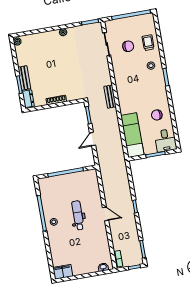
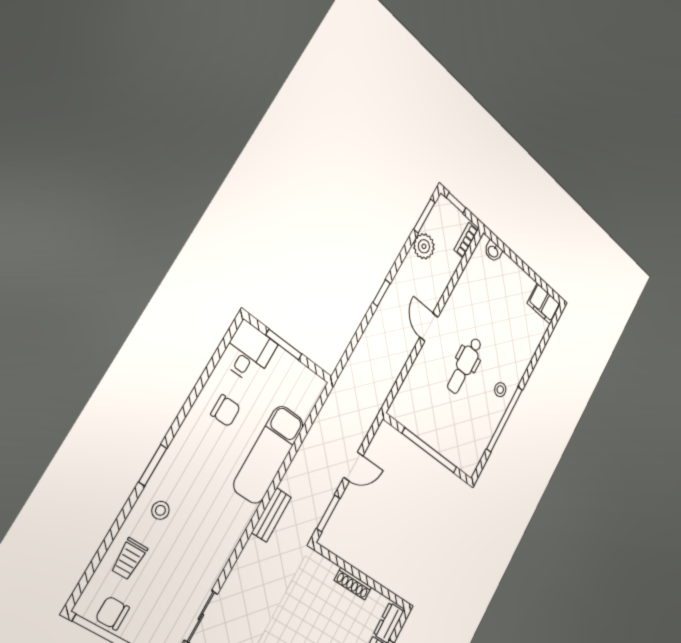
chair: (128, 46) -> (112, 613), moved
exam couch: (132, 135) -> (269, 455), moved
plant: (133, 239) -> (424, 246), added

